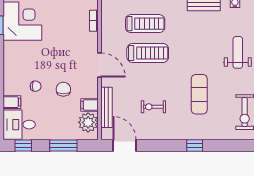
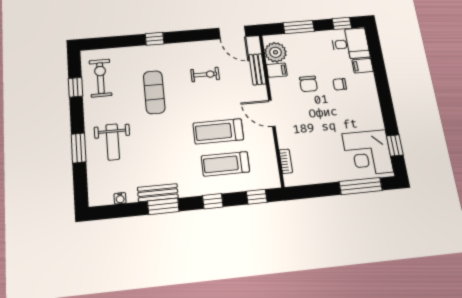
bench: (107, 107) -> (257, 69), width x0.73

